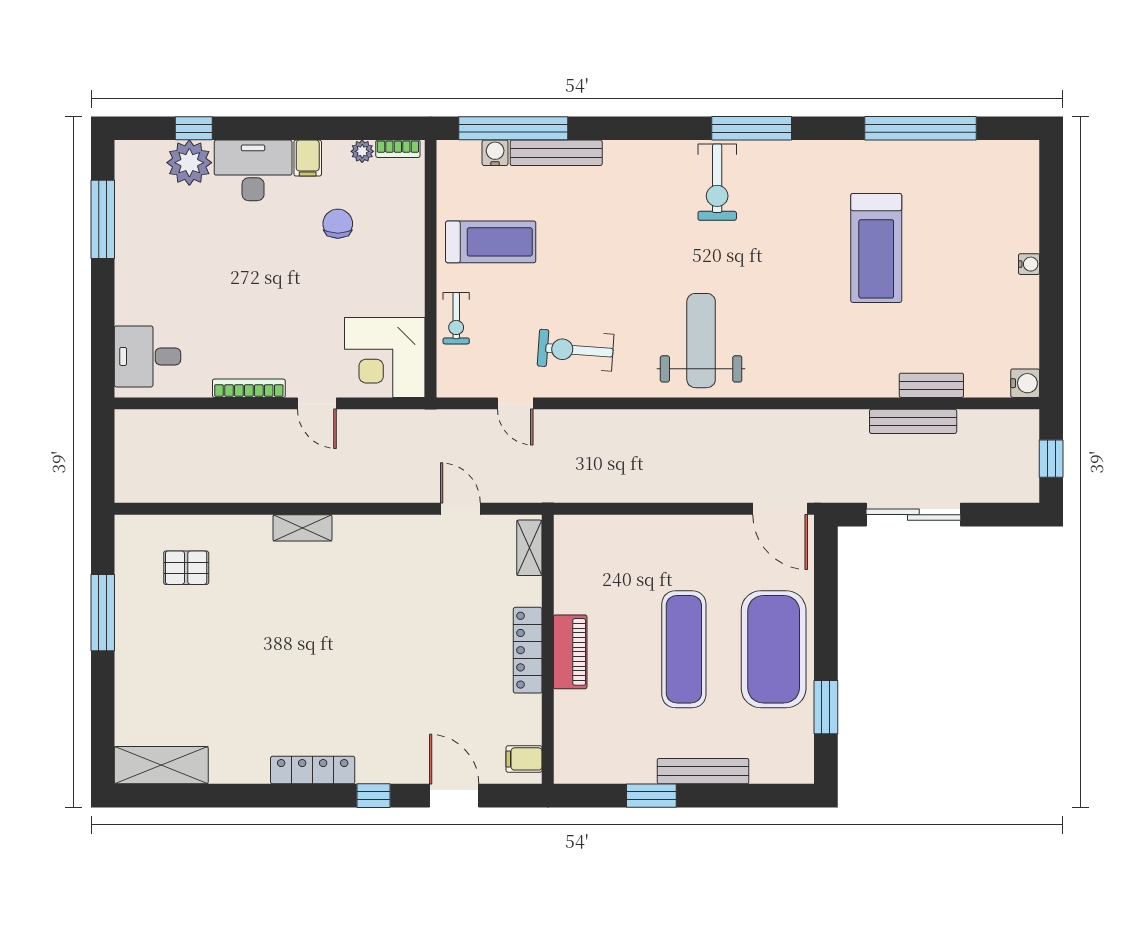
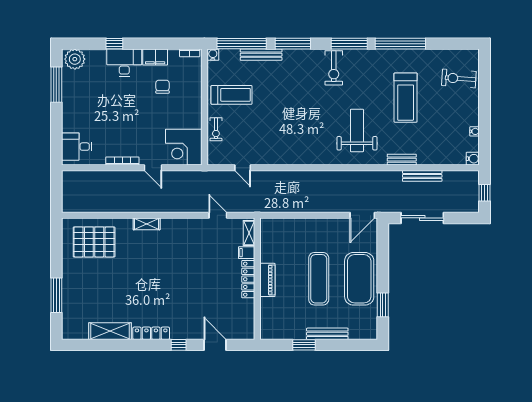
window: (194, 128) -> (114, 44), moved
window: (626, 128) -> (293, 44), added
window: (920, 128) -> (400, 44), moved
plant: (362, 151) -> (174, 54), removed
water cooler: (495, 153) -> (213, 55), moved
filing cabinet: (308, 158) -> (155, 57), width x2.00
plant: (189, 163) -> (75, 59), moved
water cooler: (1029, 264) -> (475, 131), moved
weight bench: (701, 341) -> (357, 130), moved
exercise bike: (576, 350) -> (459, 78), moved
bench: (931, 385) -> (402, 160), moved
door: (780, 509) -> (362, 215), hinge flipped
pallet: (186, 568) -> (94, 242), width x2.05, depth x2.00
window: (103, 613) -> (56, 295), moved
filing cabinet: (524, 759) -> (247, 253), moved
shelving: (161, 765) -> (110, 331), moved

